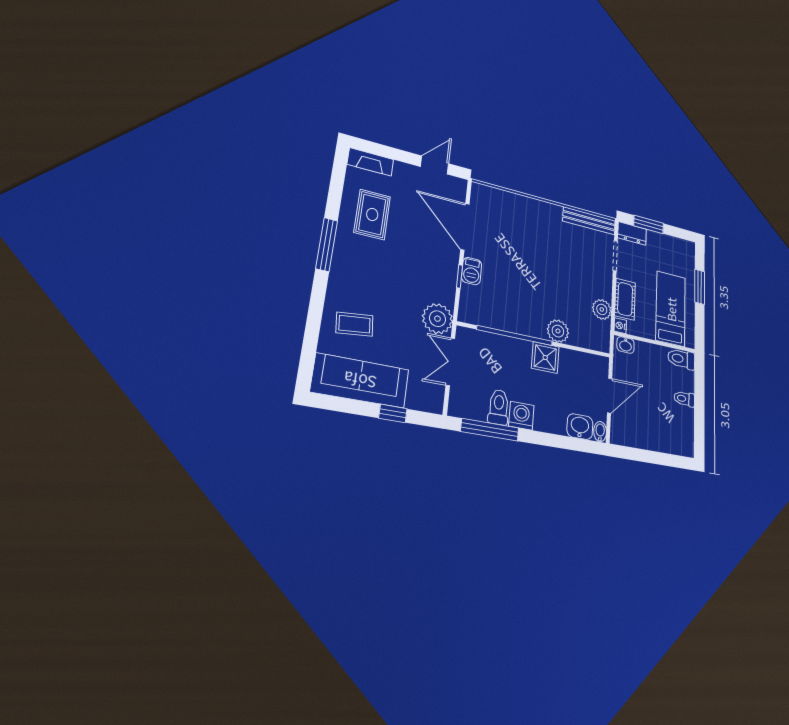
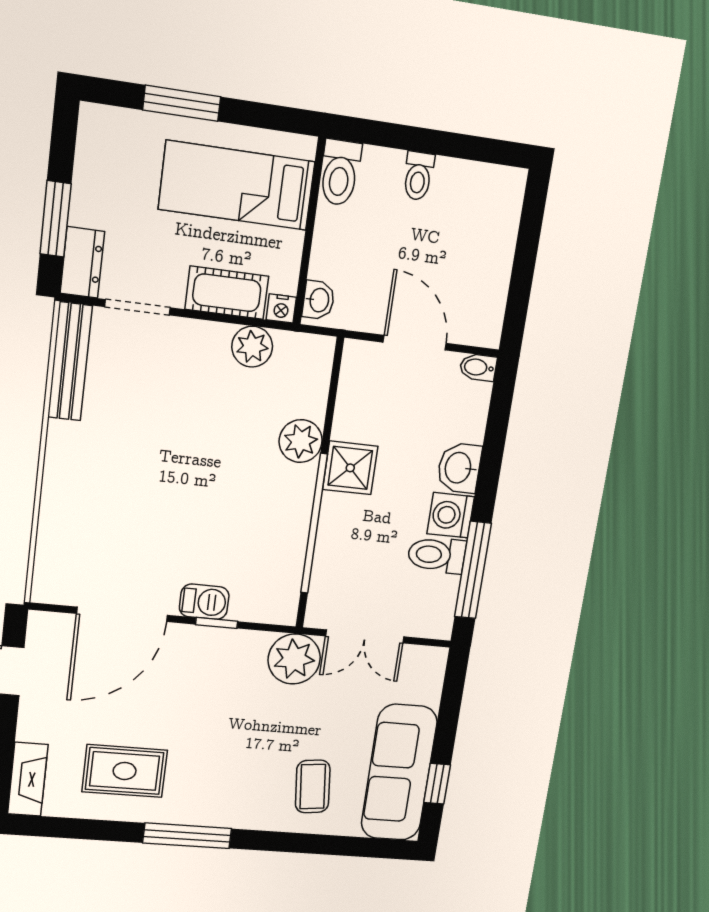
window: (393, 413) -> (437, 784), moved
washbasin: (580, 427) -> (459, 468), moved

